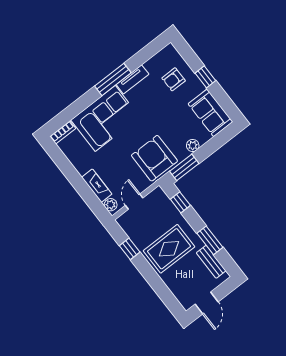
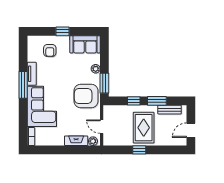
window: (180, 202) -> (134, 101), moved
window: (130, 249) -> (139, 150), moved
door: (207, 303) -> (191, 130), swing flipped

